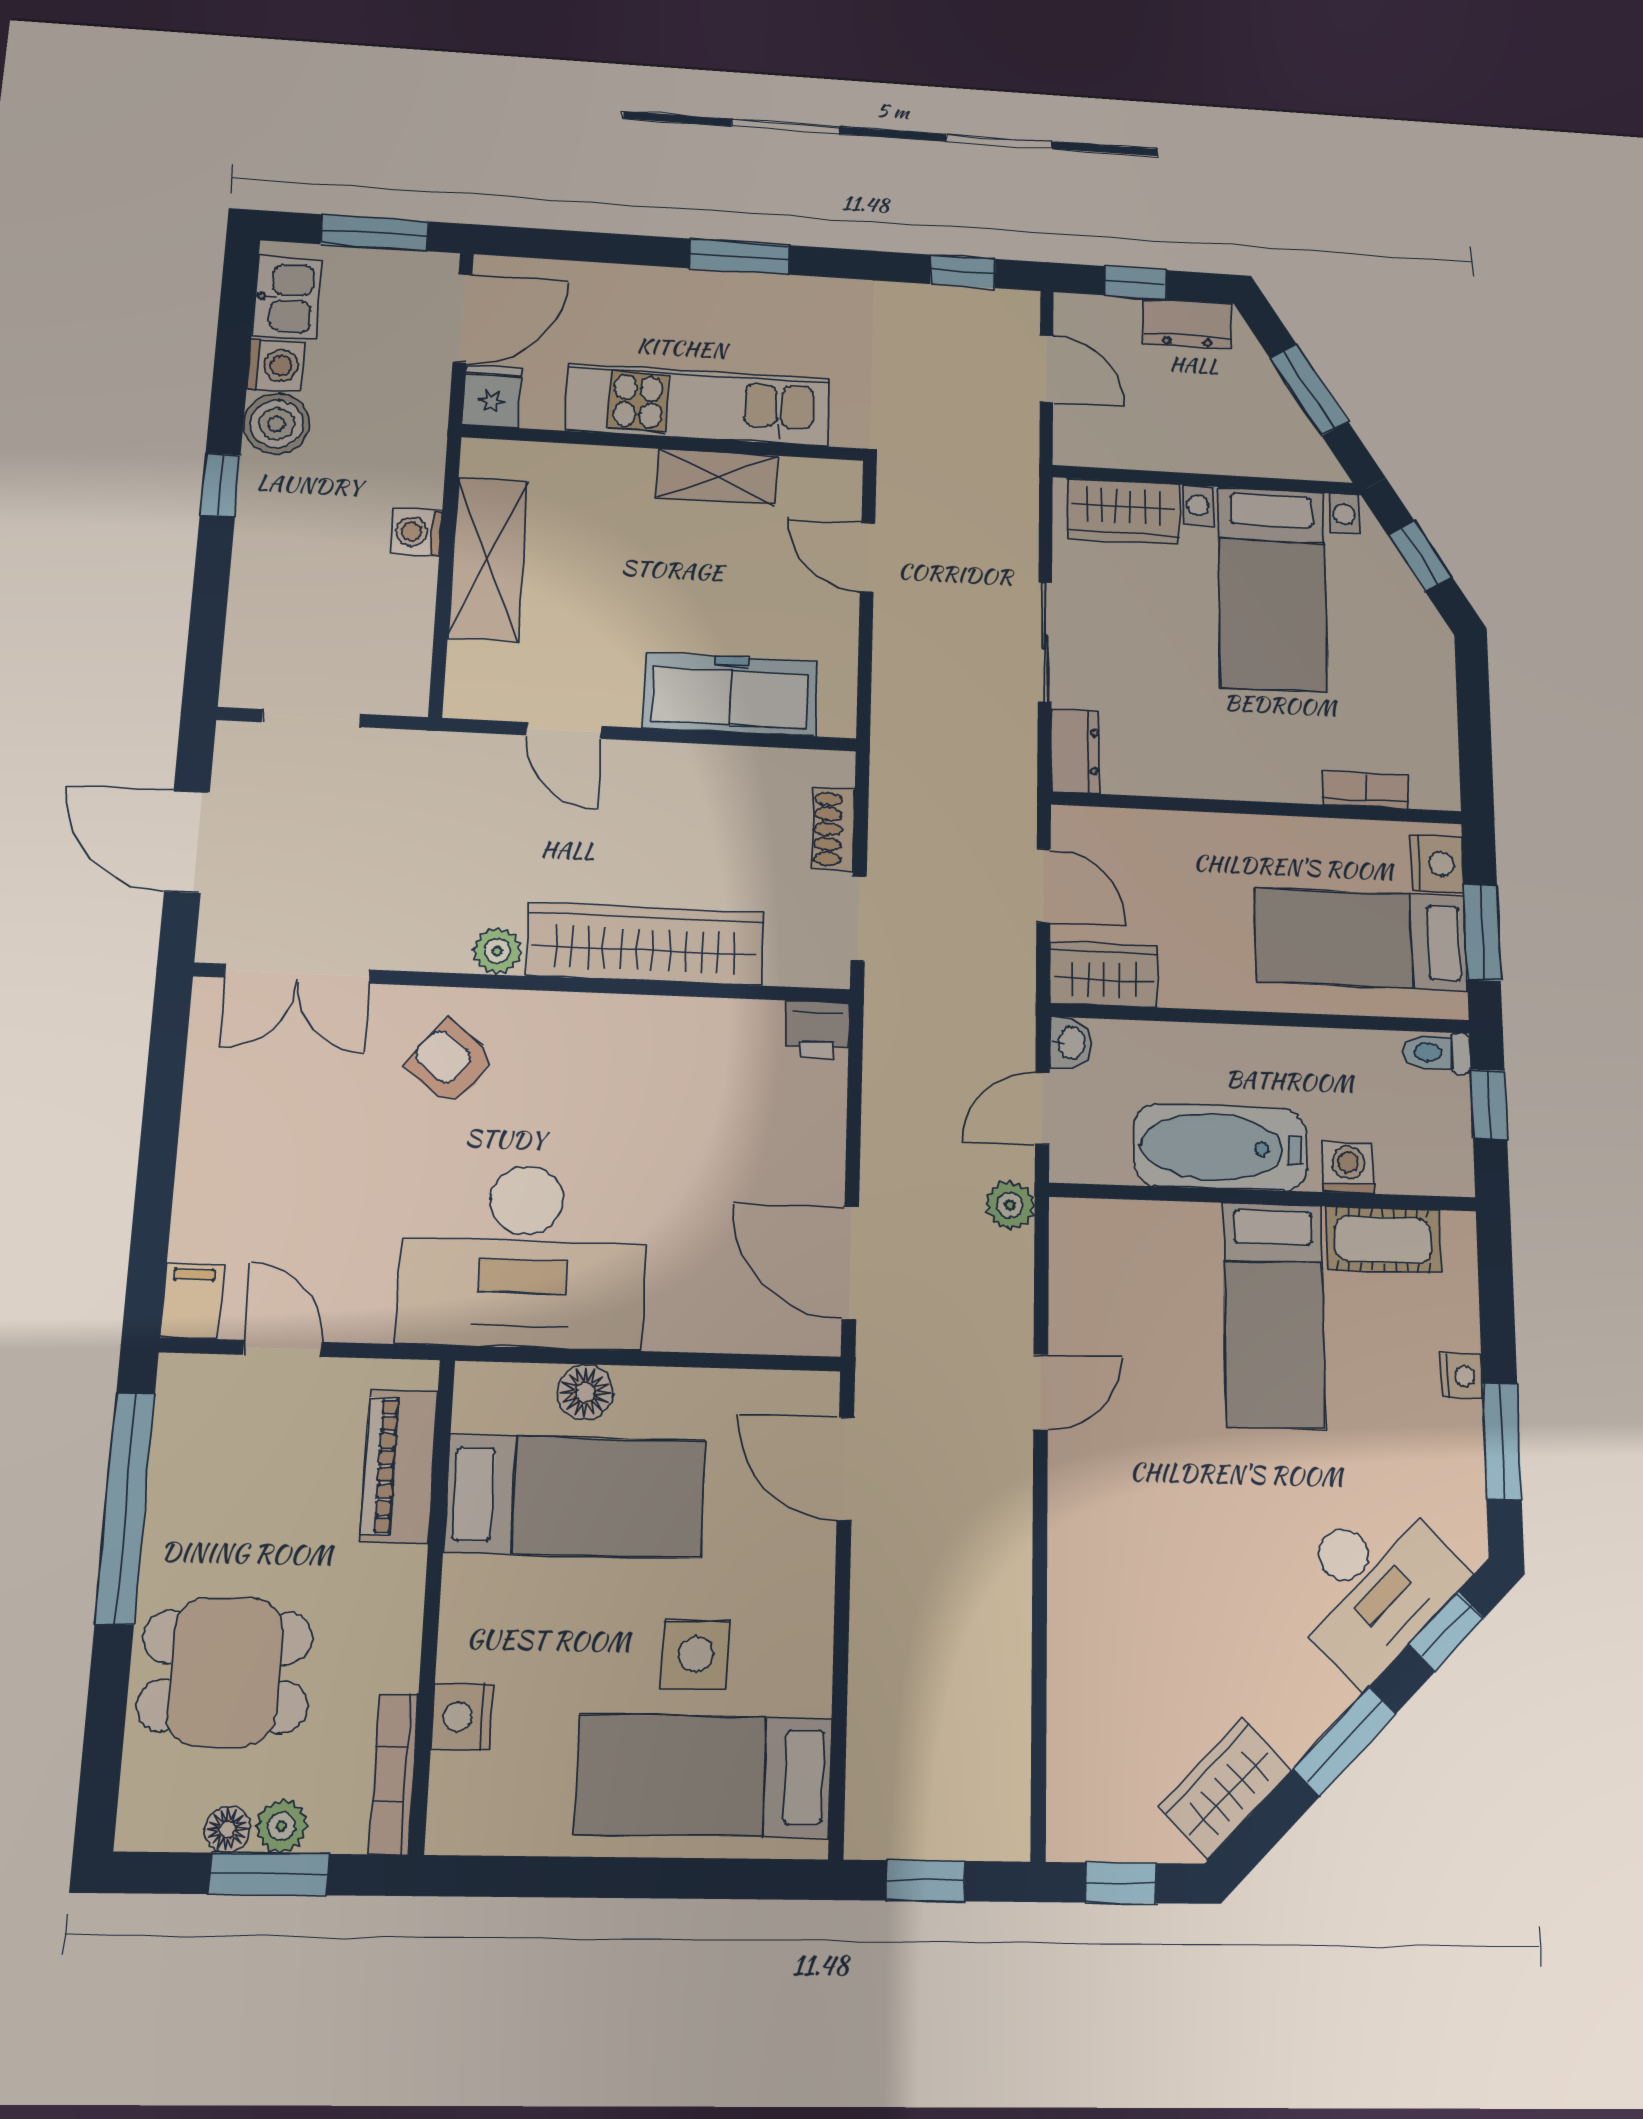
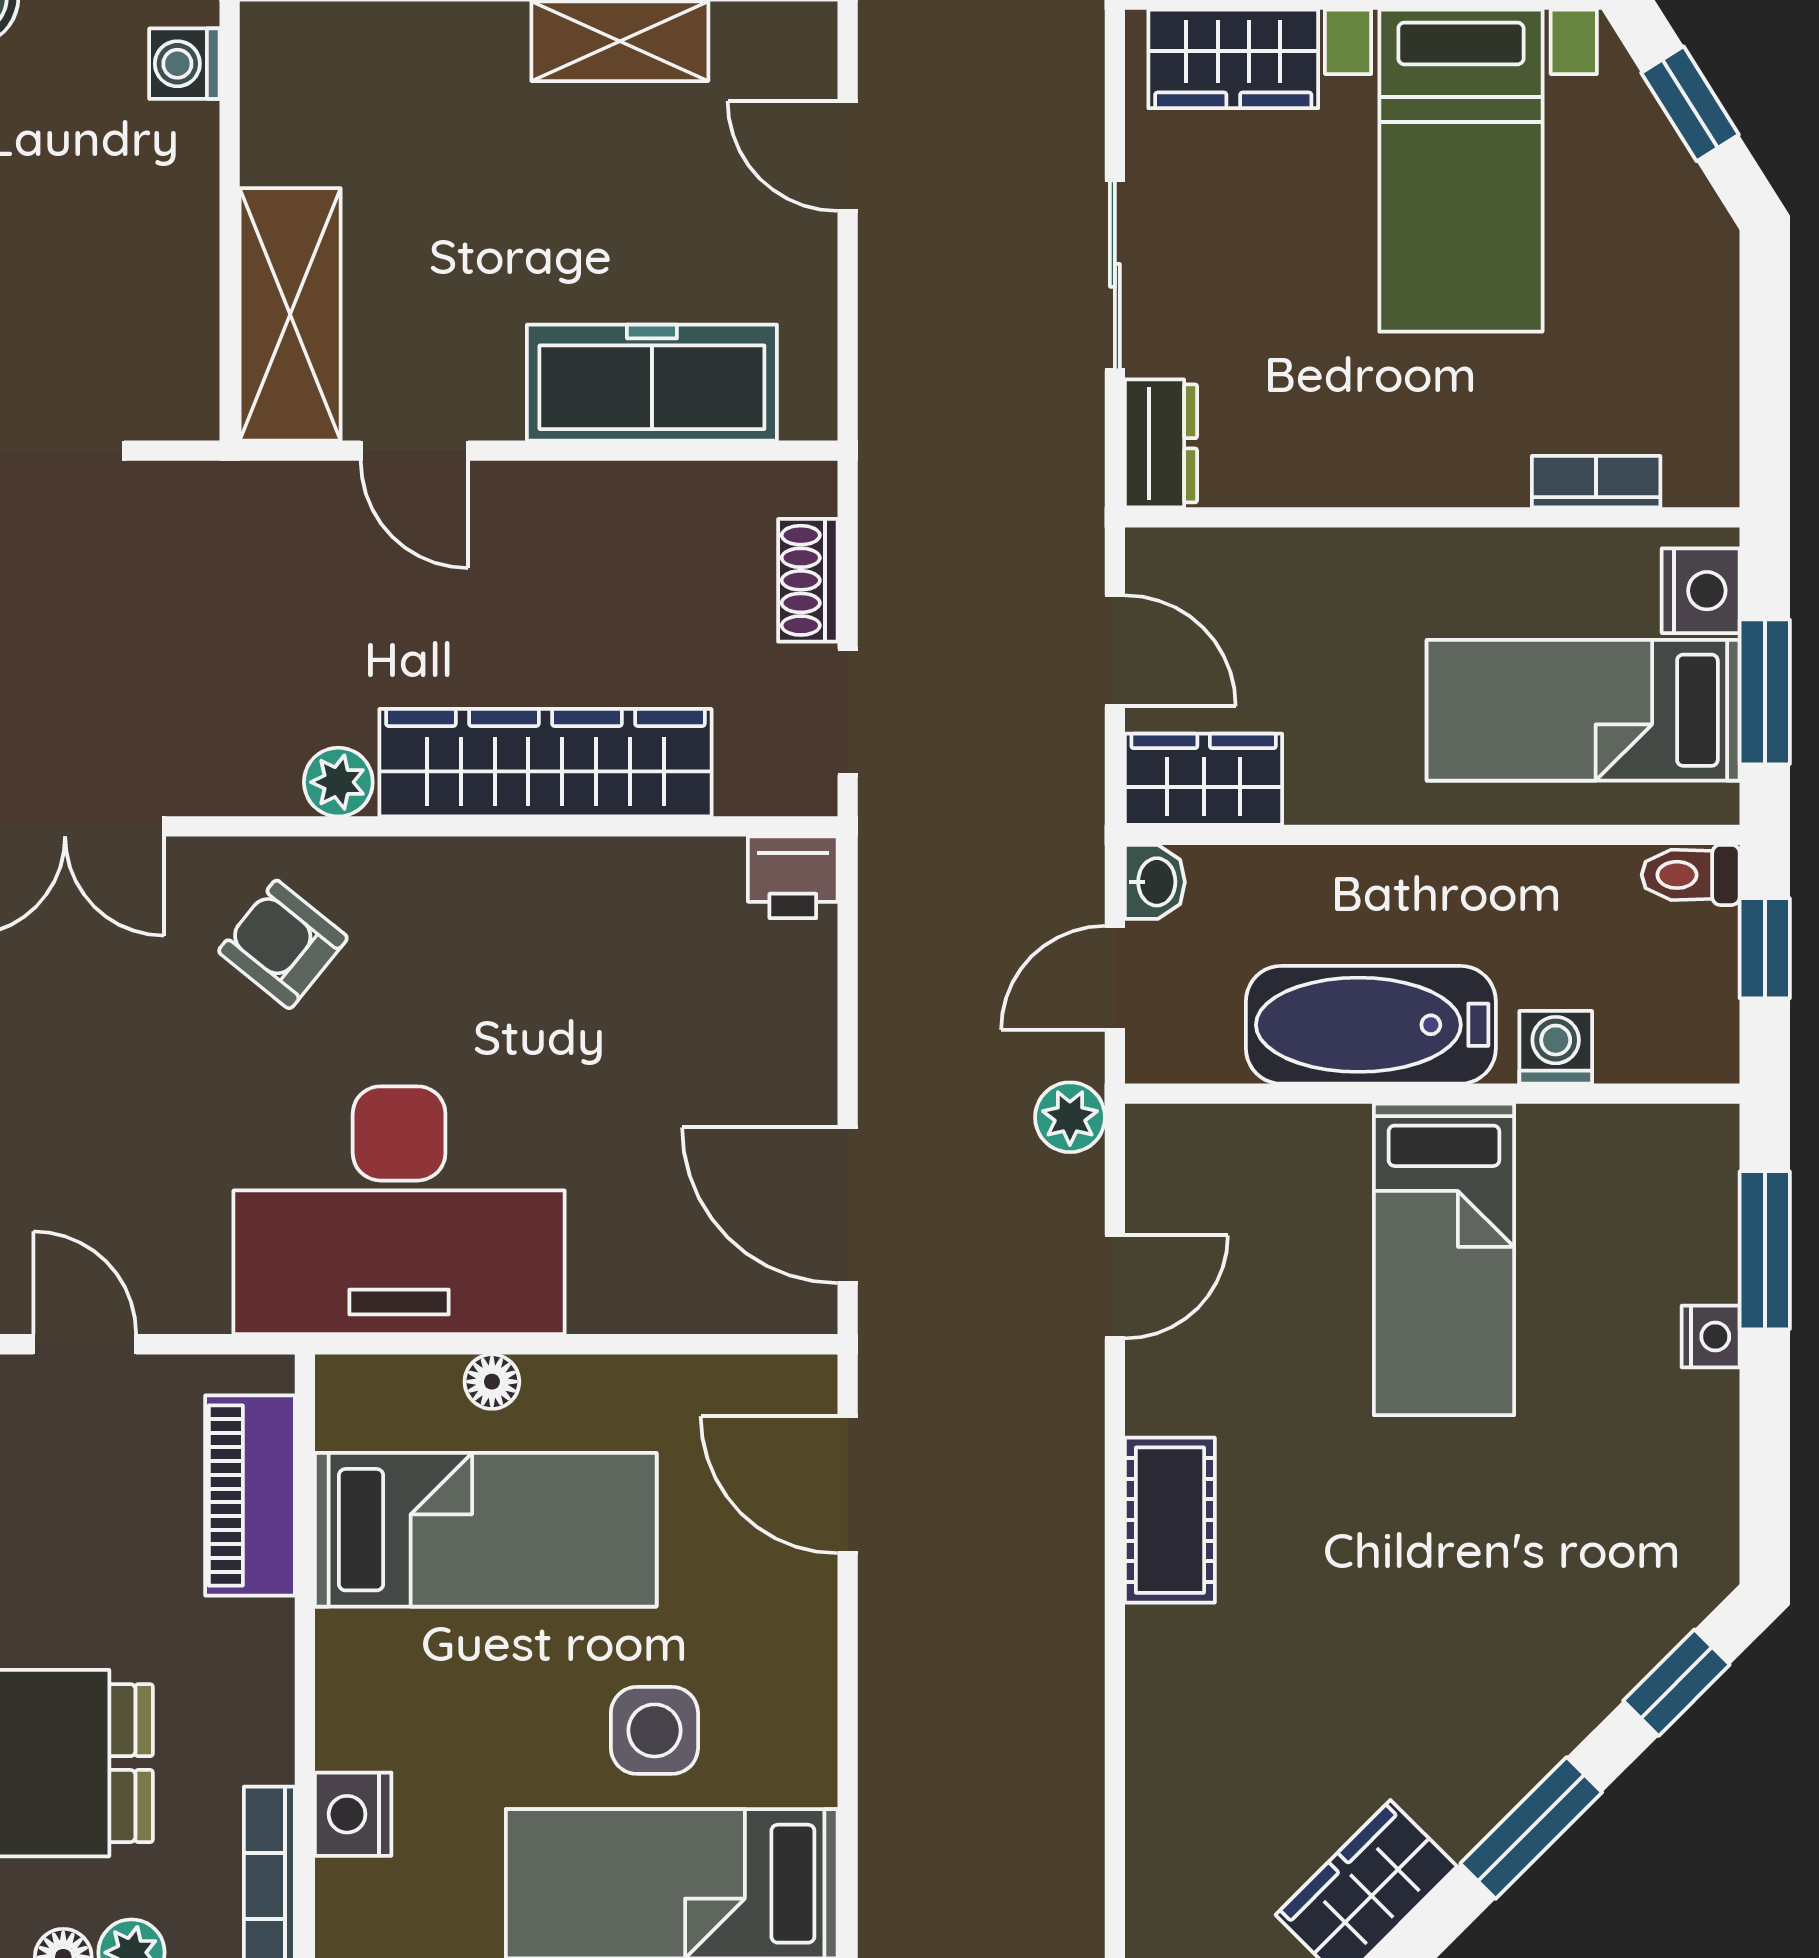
washing machine: (416, 532) -> (184, 64), moved
shelving: (488, 559) -> (290, 314), moved
cot: (1383, 1240) -> (1170, 1520), moved, turned 90
floor lamp: (585, 1392) -> (492, 1382), width x0.73, depth x0.73
door: (1041, 1392) -> (1115, 1287), moved
window: (1502, 1441) -> (1765, 1250), moved
desk: (1372, 1585) -> (1575, 1623), removed

